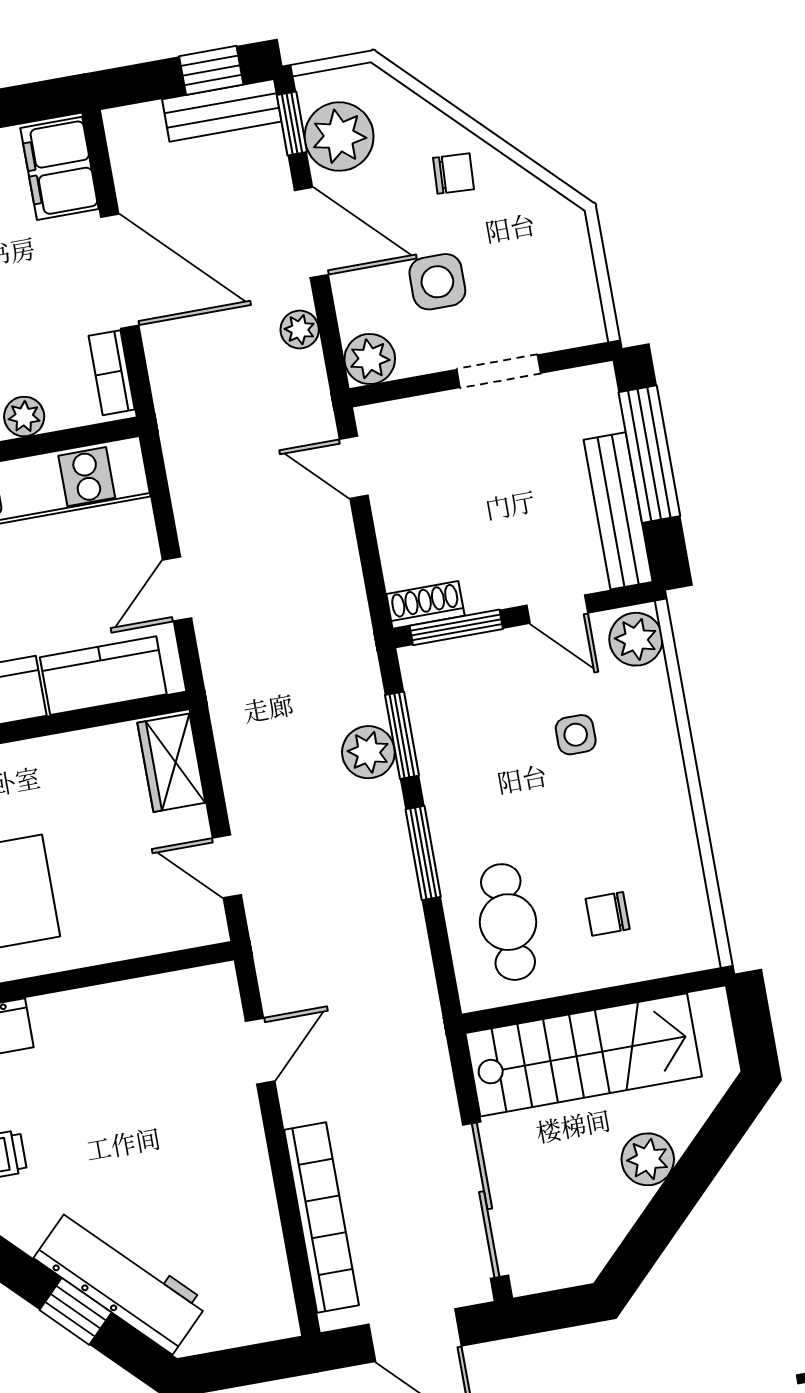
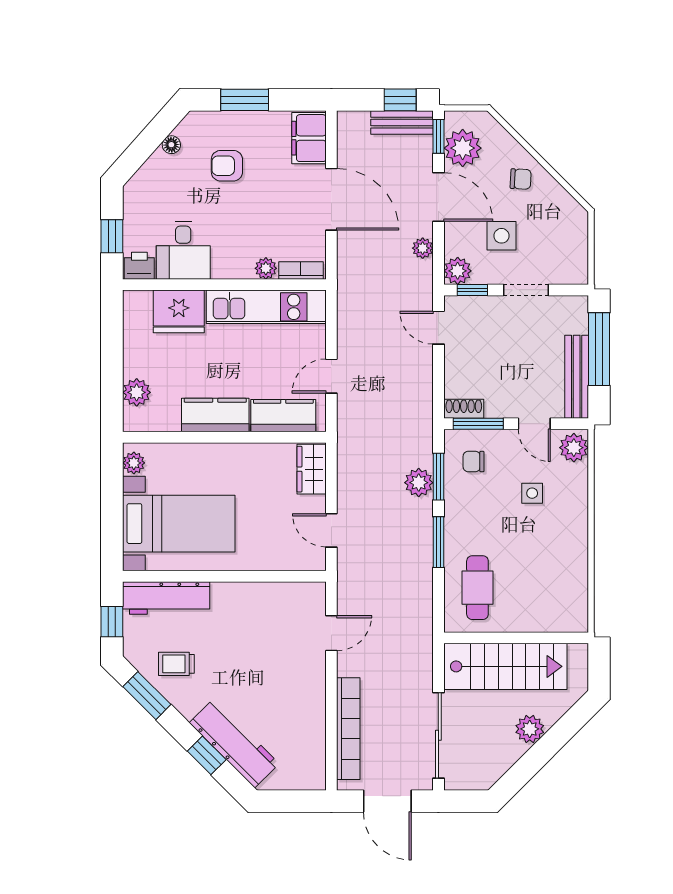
bookcase: (112, 373) -> (301, 270), moved, turned 90
window: (403, 389) -> (472, 290), added
chair: (608, 914) -> (474, 462), moved

